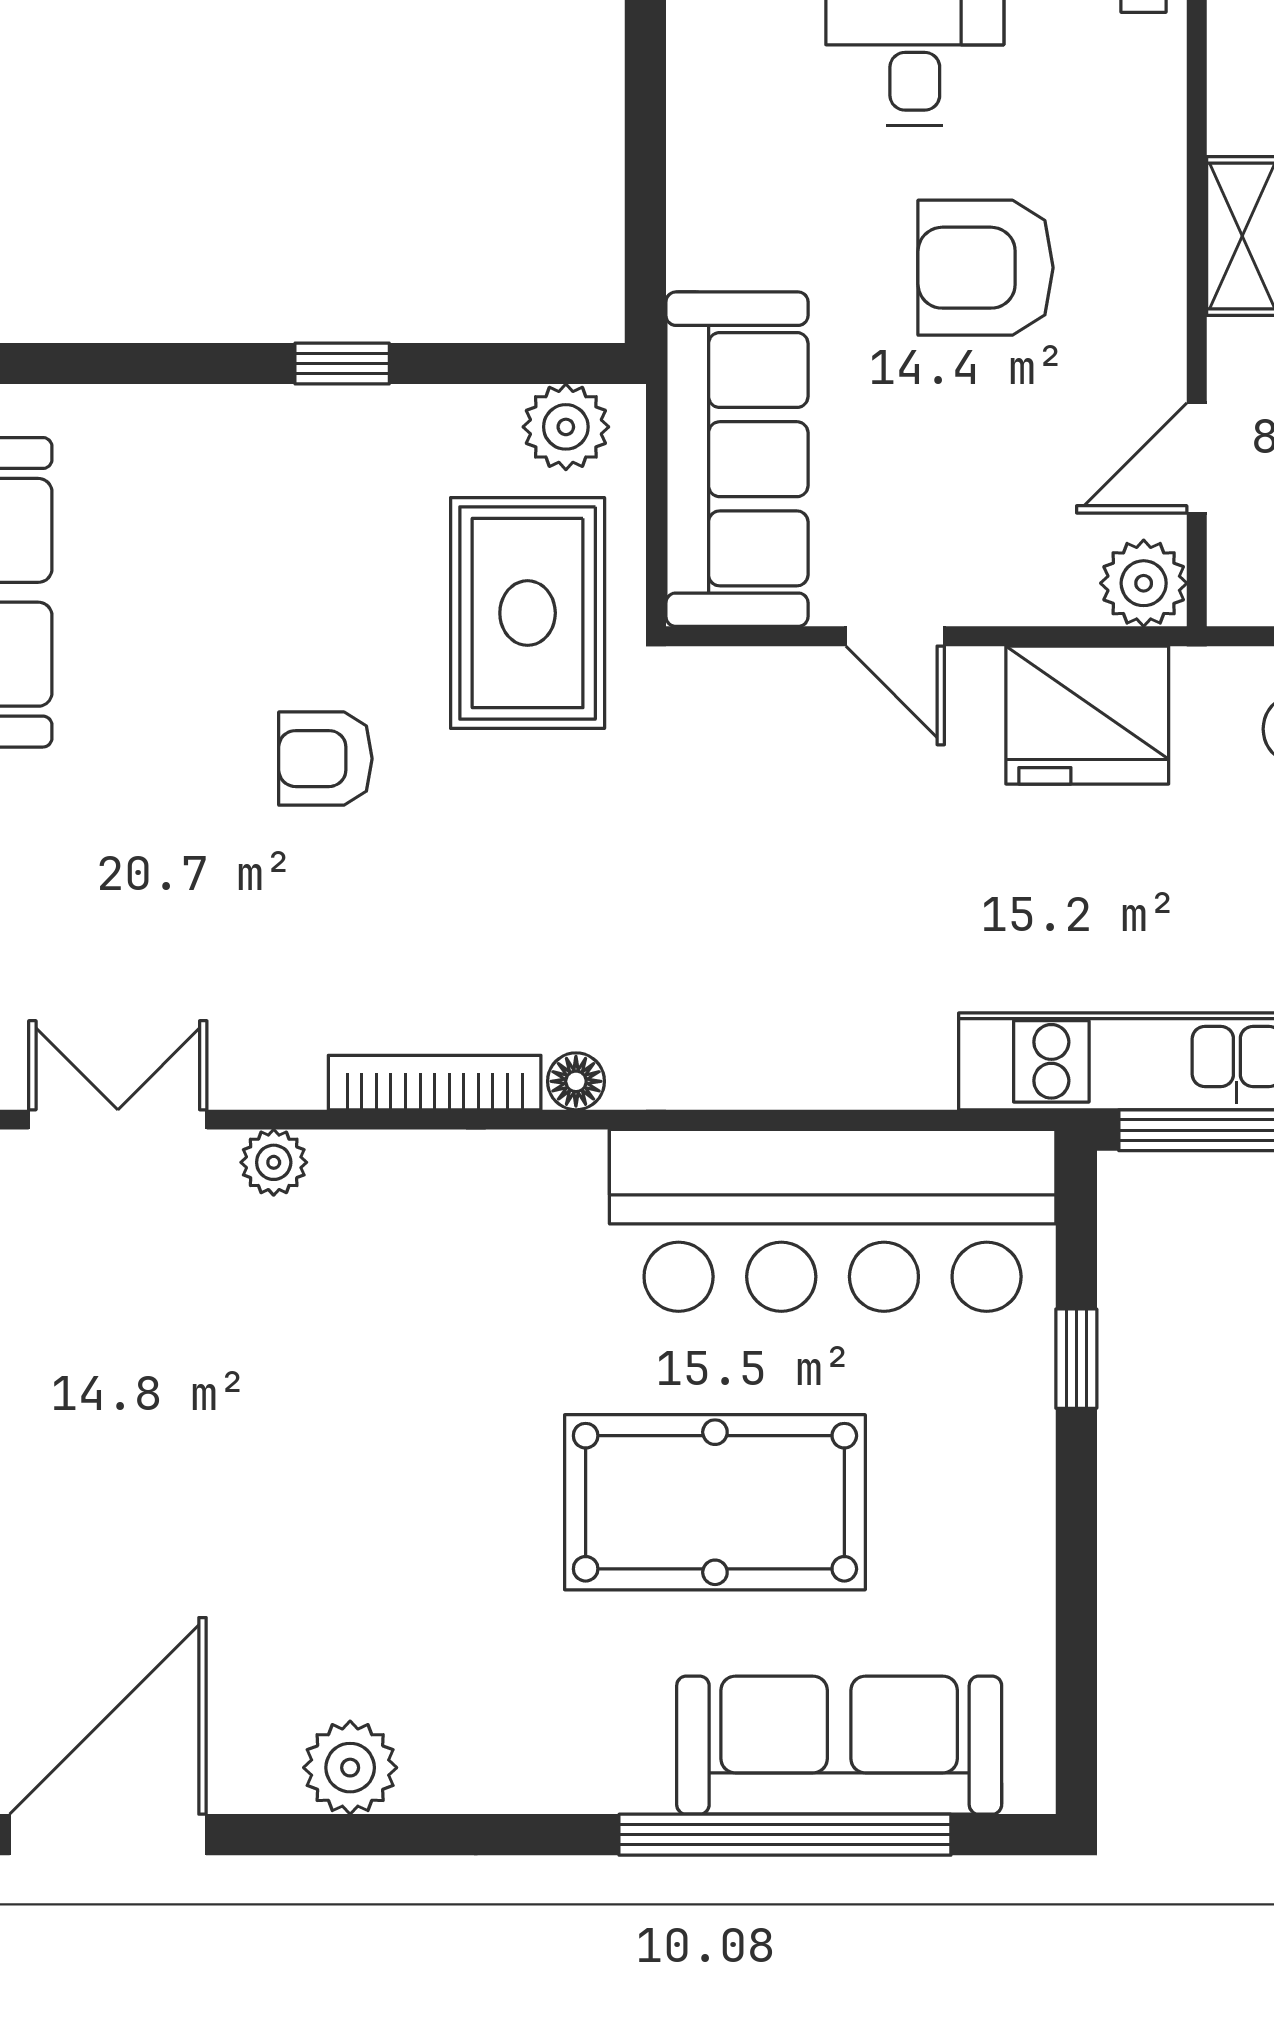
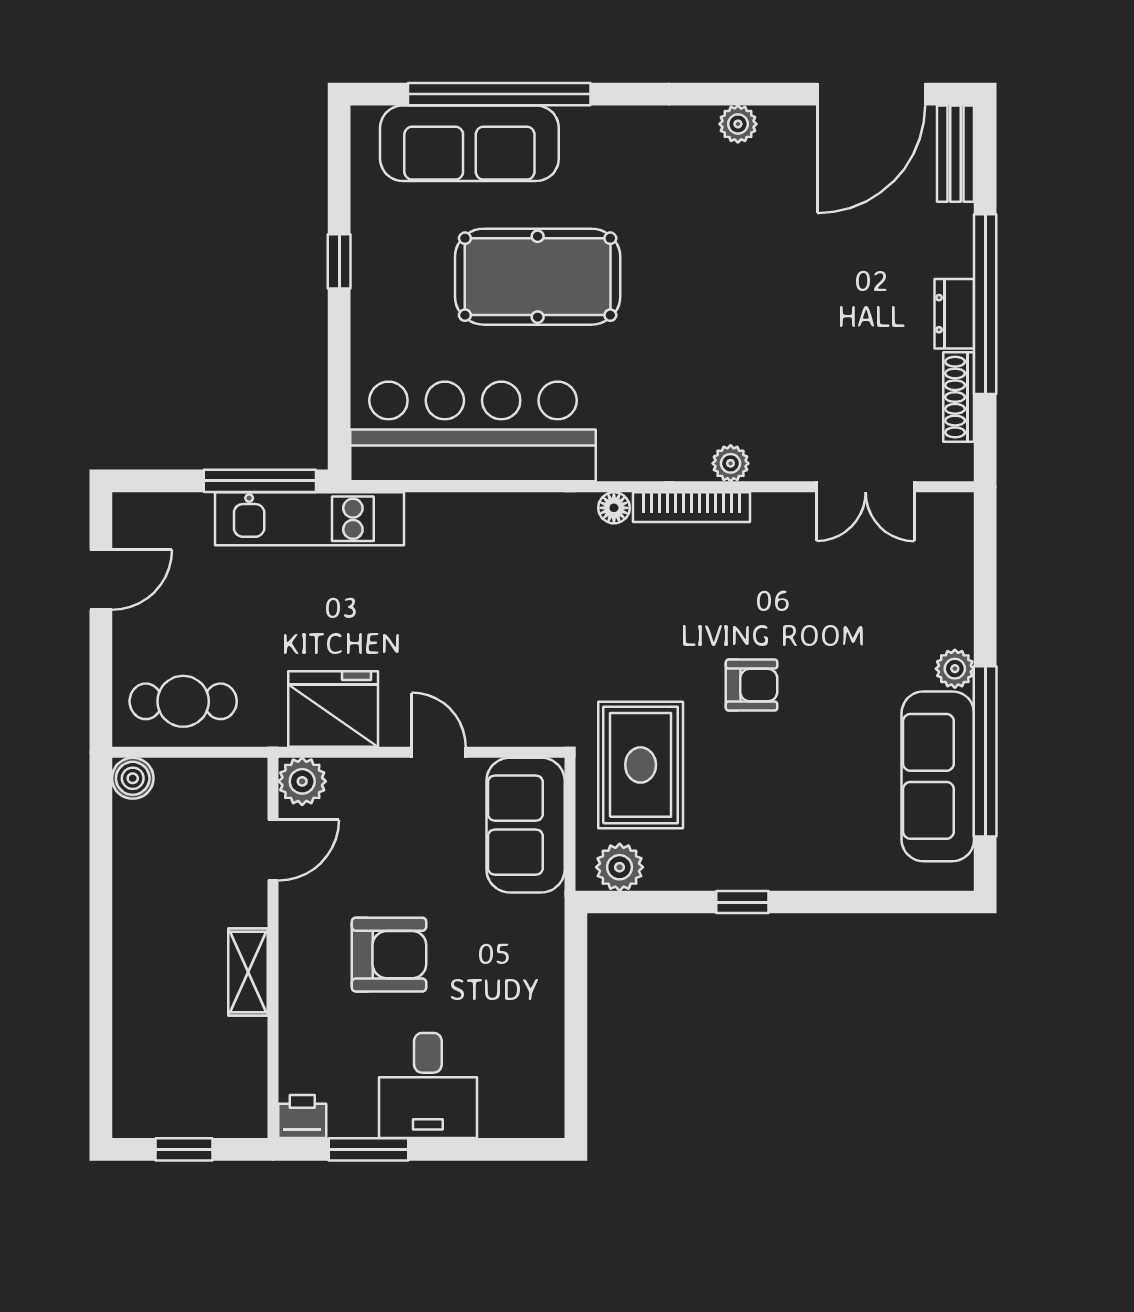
sofa: (737, 459) -> (526, 825), width x0.73
plant: (274, 1162) -> (731, 463), moved
window: (1076, 1359) -> (339, 261), moved
plant: (350, 1768) -> (738, 124), width x0.73, depth x0.73

